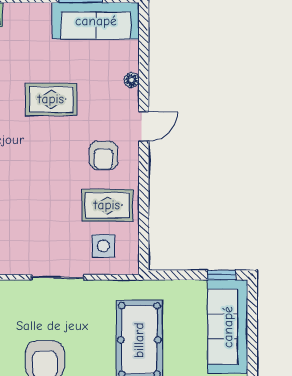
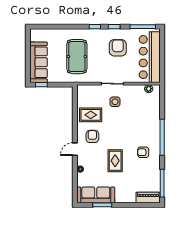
rug: (51, 99) -> (115, 161), turned 90
side table: (103, 246) -> (115, 102), moved

